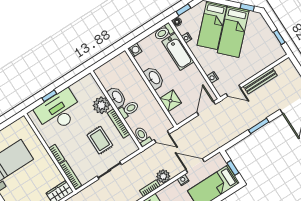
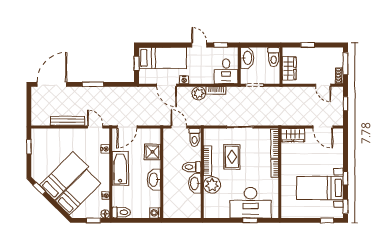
bathtub: (178, 52) -> (120, 168), moved

